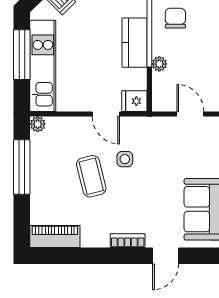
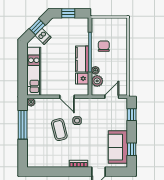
window: (22, 55) -> (23, 65), removed
plant: (163, 84) -> (97, 81), added
fridge: (134, 101) -> (82, 79), moved
door: (190, 114) -> (112, 97), hinge flipped
piano: (55, 236) -> (40, 161), removed

